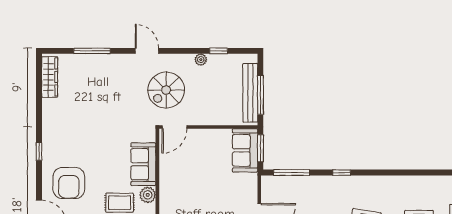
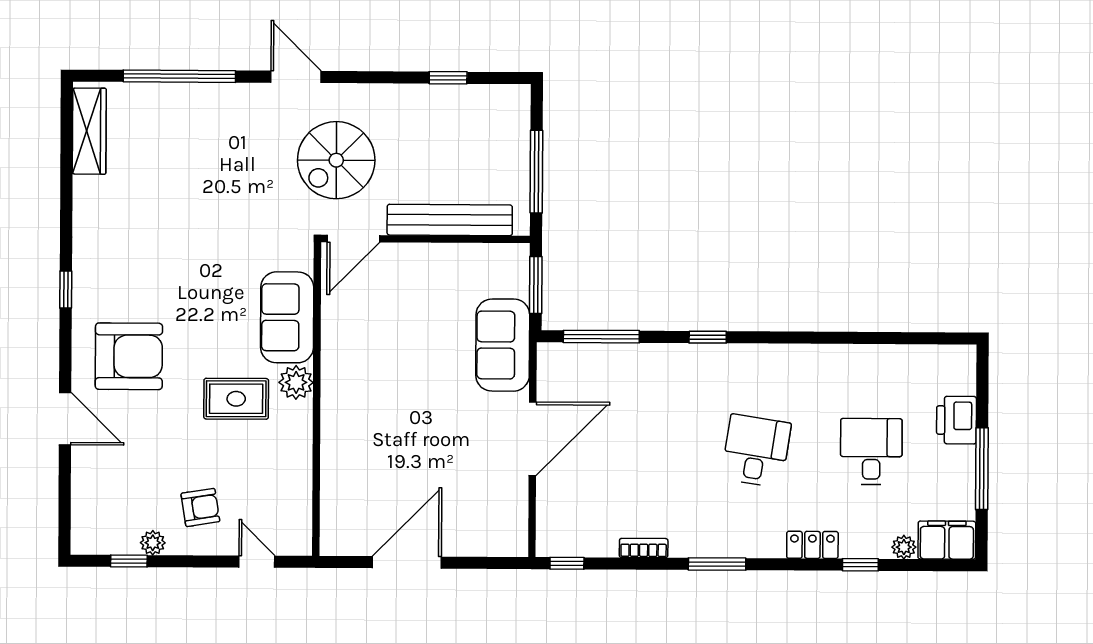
window: (92, 51) -> (179, 76), width x1.46
plant: (201, 60) -> (410, 96), removed
bench: (250, 93) -> (450, 220), moved, turned 90
sofa: (245, 150) -> (503, 345), moved
armchair: (69, 183) -> (129, 356), turned -90

